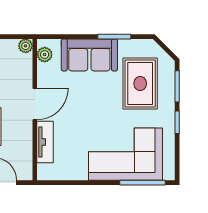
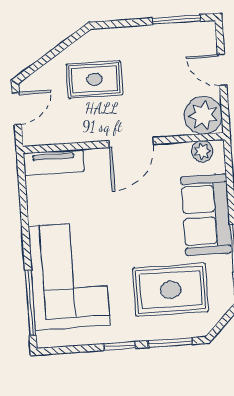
plant: (26, 46) -> (203, 115), width x1.88, depth x1.88
door: (35, 104) -> (131, 142), hinge flipped
tv unit: (45, 142) -> (54, 162), moved

